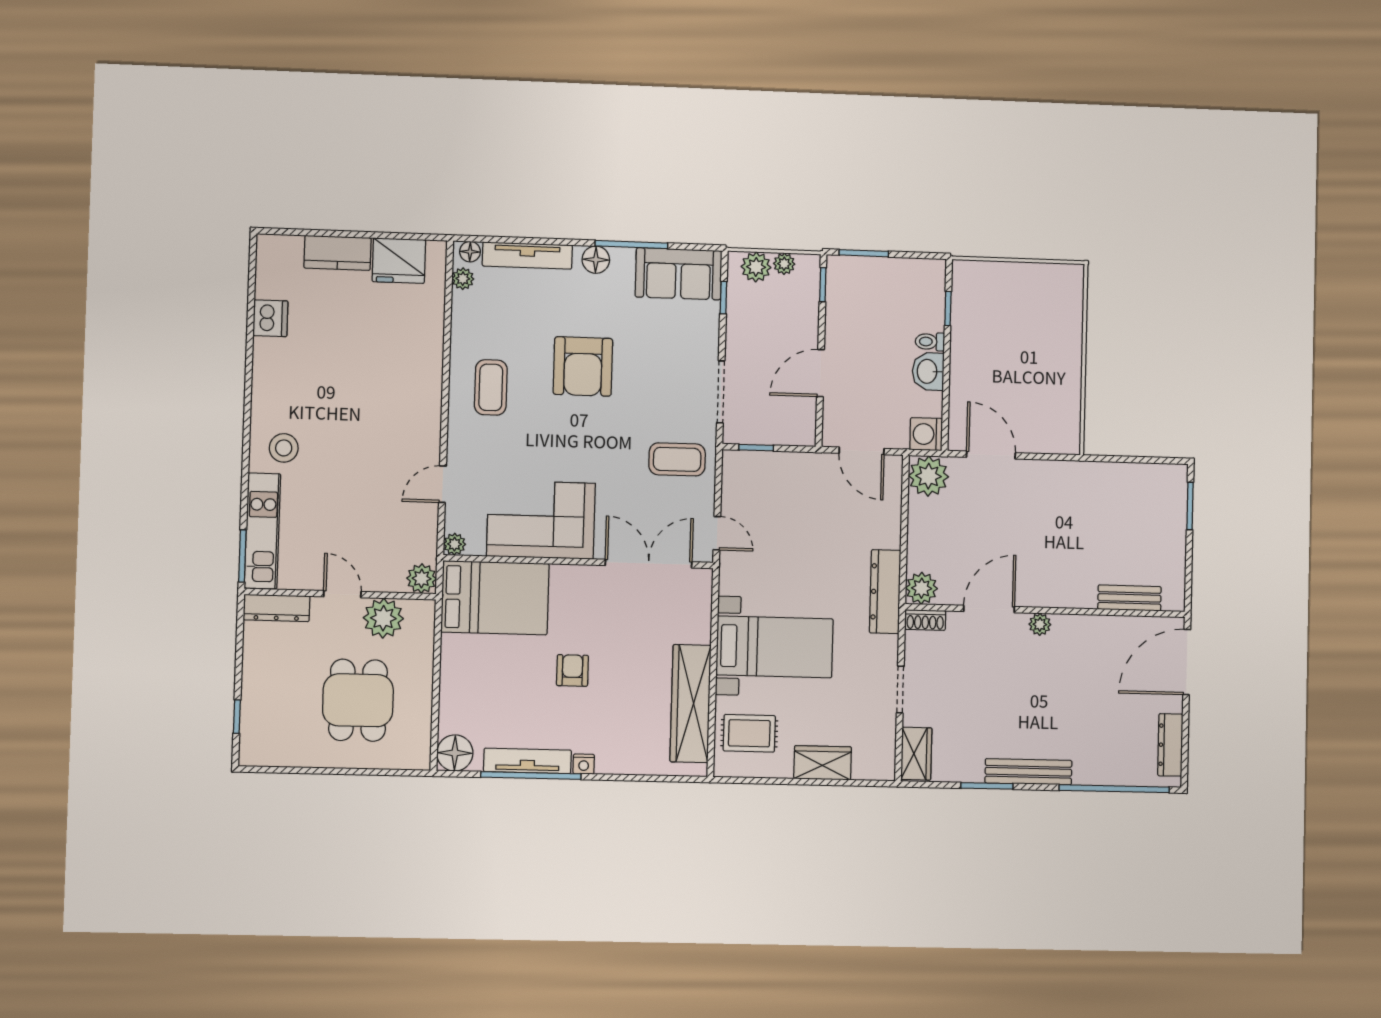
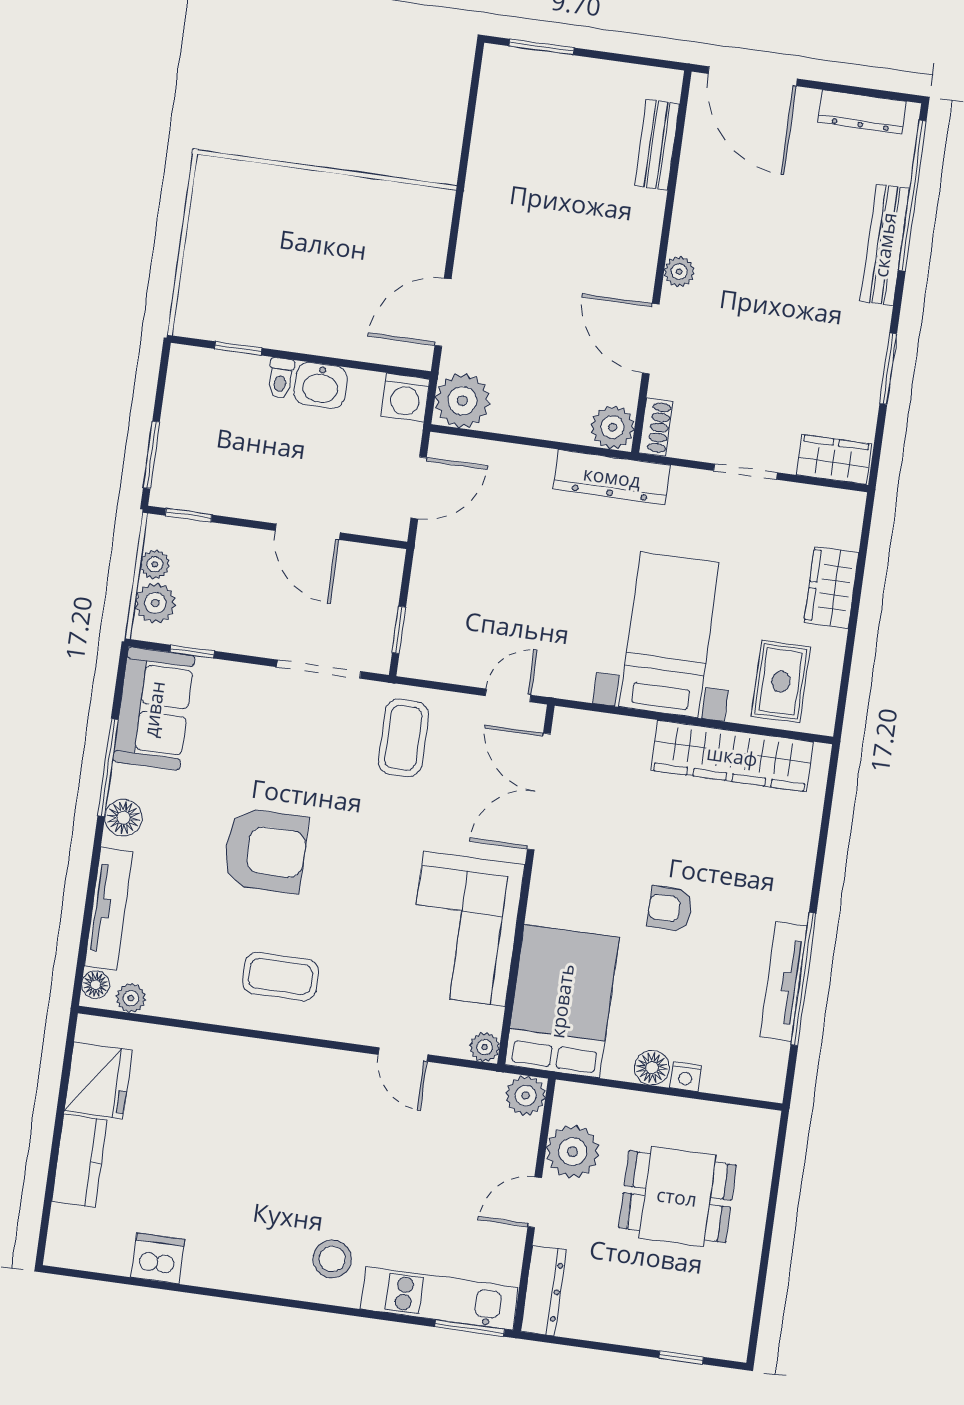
floor lamp: (455, 753) -> (652, 1068), moved, width x0.73, depth x0.73
nightstand: (584, 764) -> (686, 1077), moved, turned 90
bench: (1028, 772) -> (885, 245), moved

